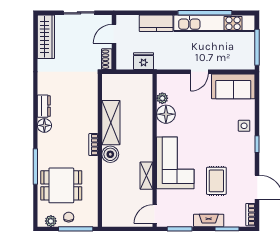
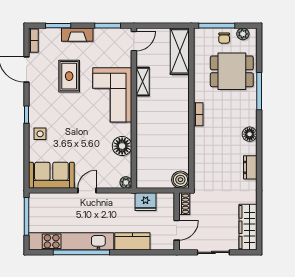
plant: (162, 98) -> (126, 182), moved
dresser: (44, 106) -> (250, 167), moved
shelving: (111, 123) -> (180, 51), moved
boiler: (110, 154) -> (180, 180), moved

